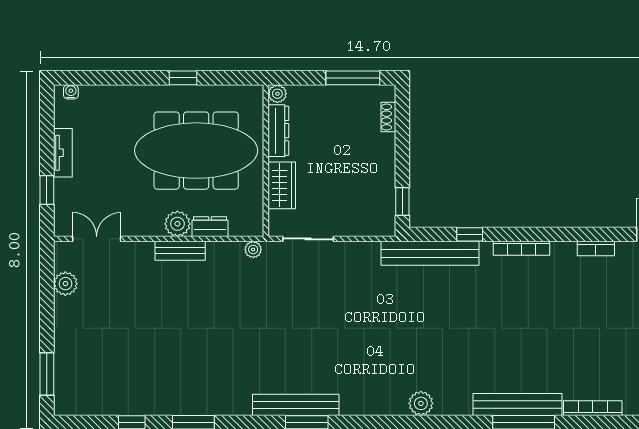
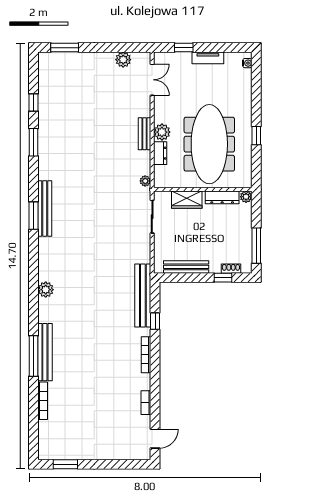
bench: (386, 186) -> (186, 267), added
window: (402, 201) -> (223, 278), moved

